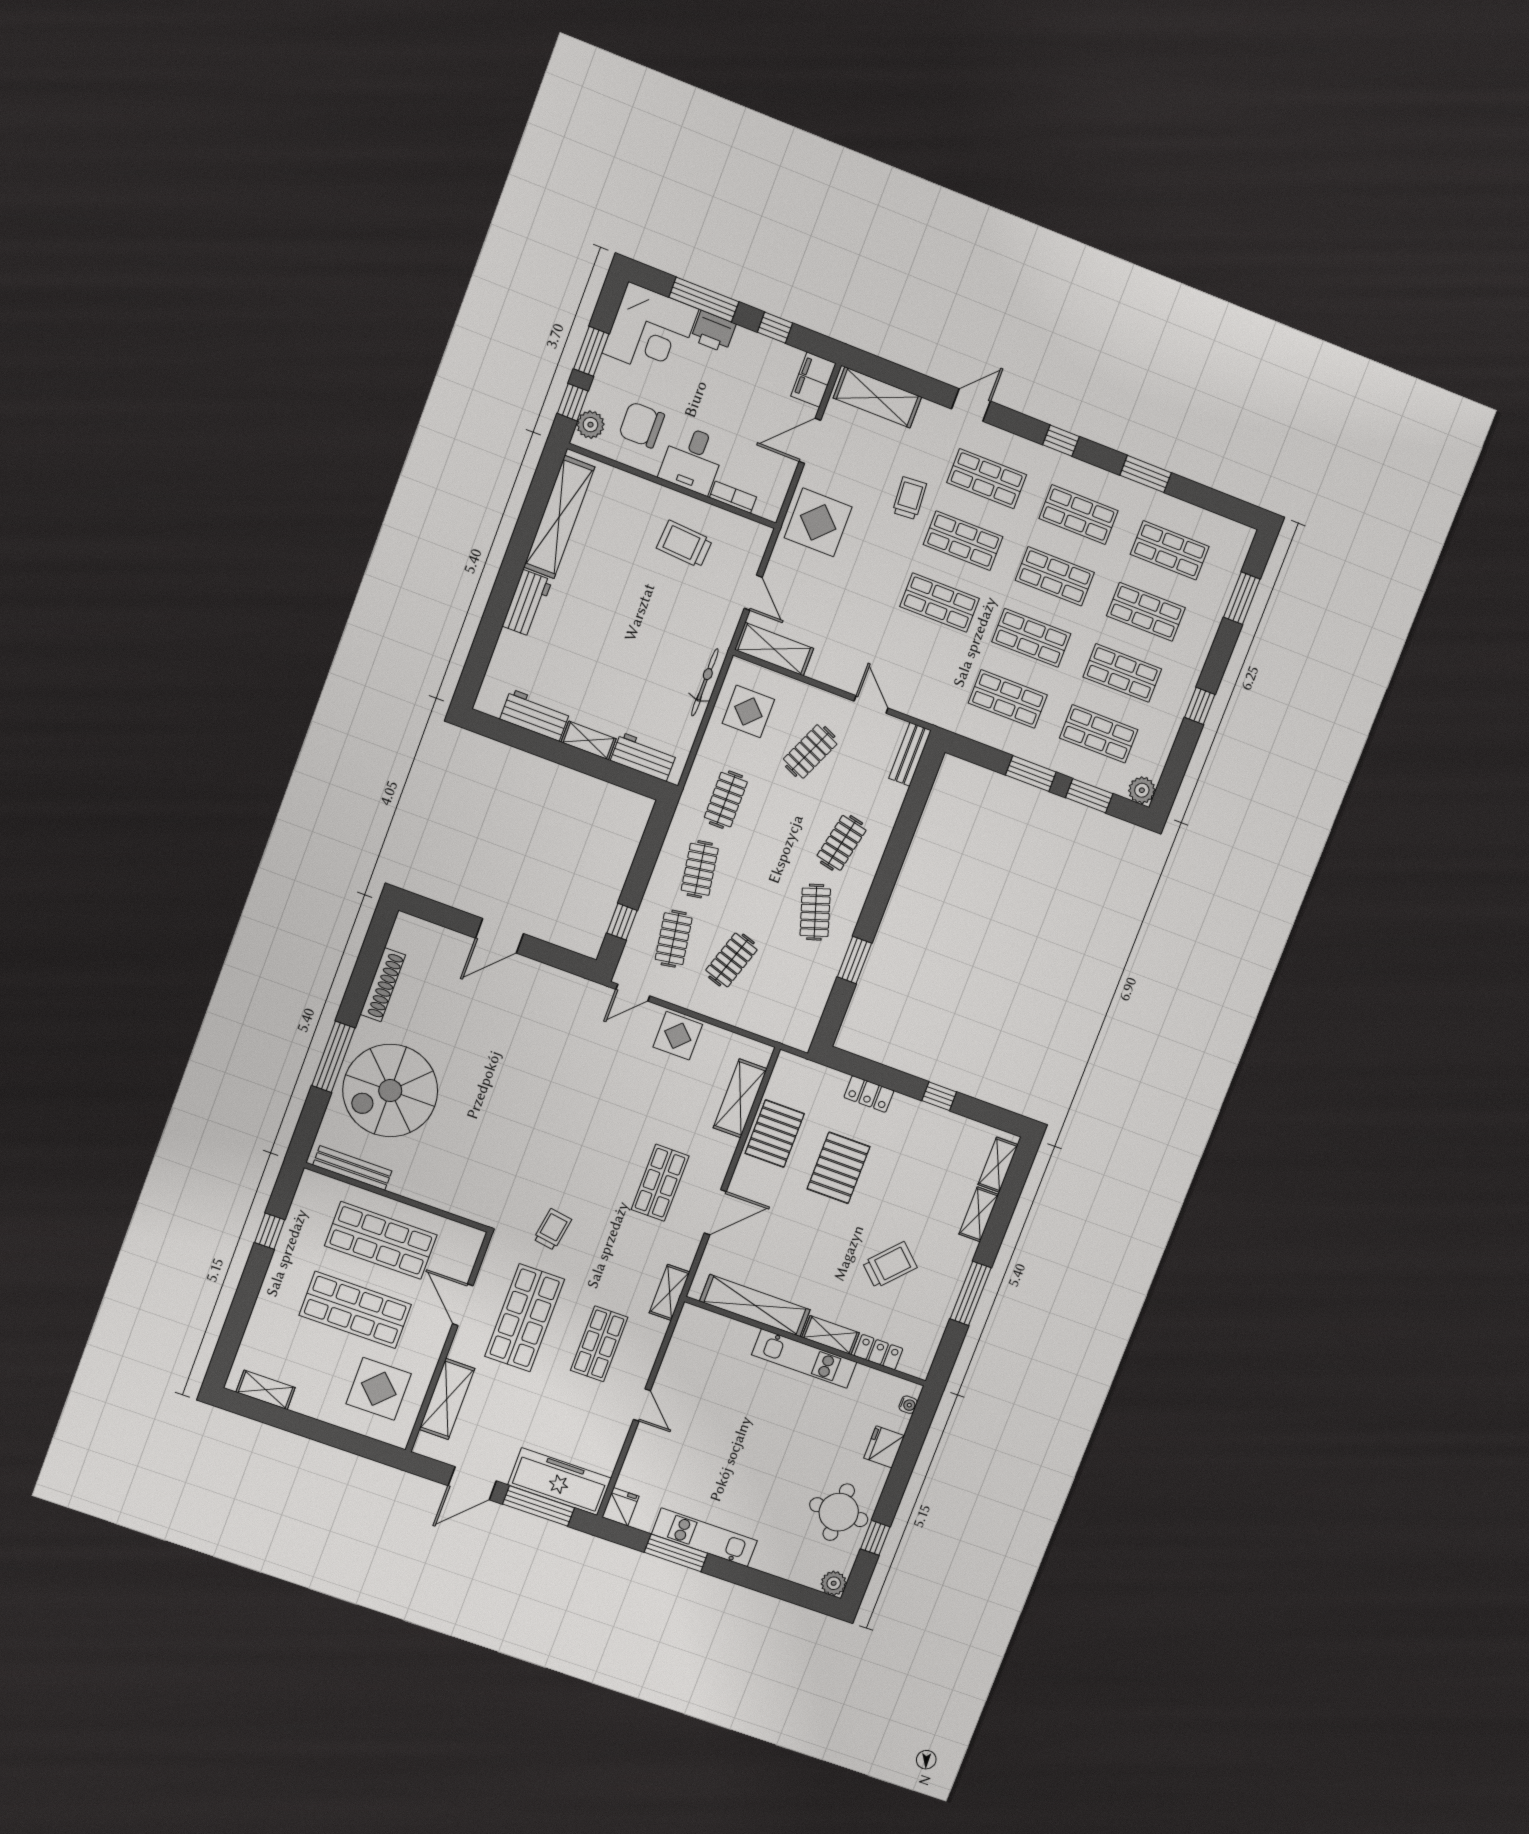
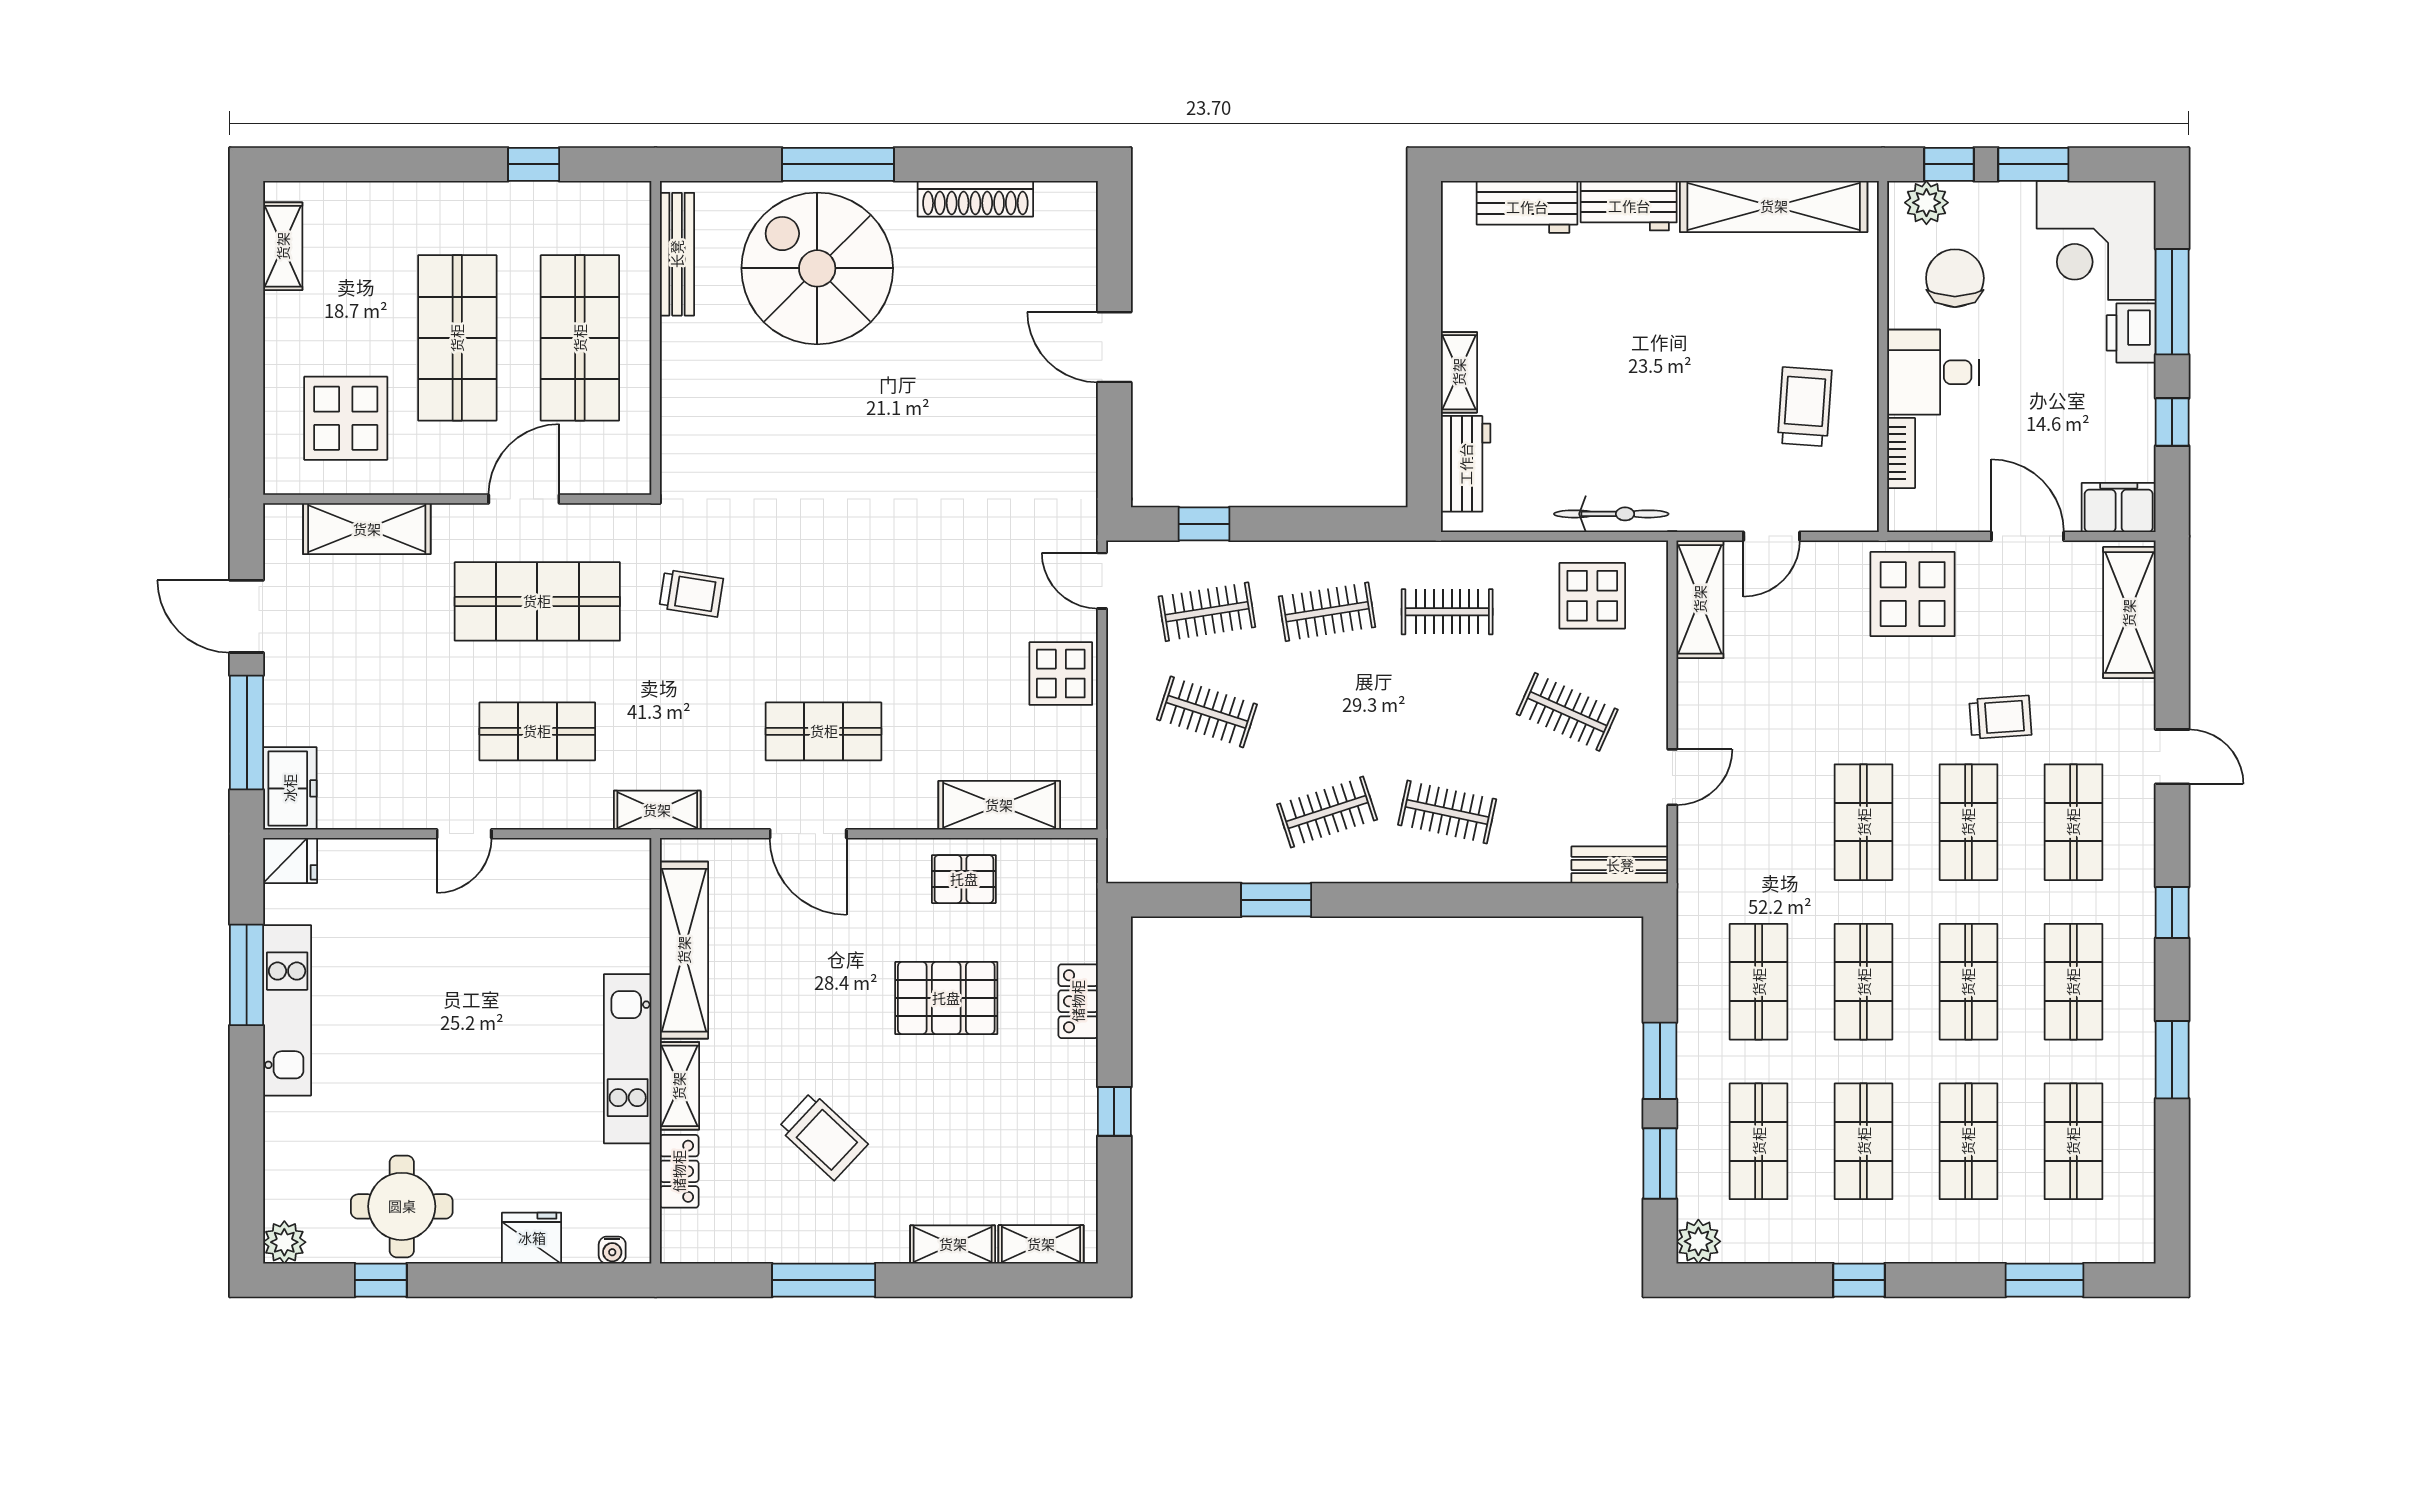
workbench: (535, 715) -> (1527, 207), moved, turned 90
pallet: (775, 1134) -> (964, 879), width x0.67, depth x0.71
freezer: (560, 1482) -> (290, 788), width x0.52, depth x0.79

